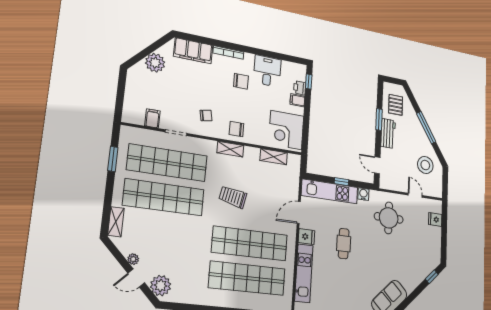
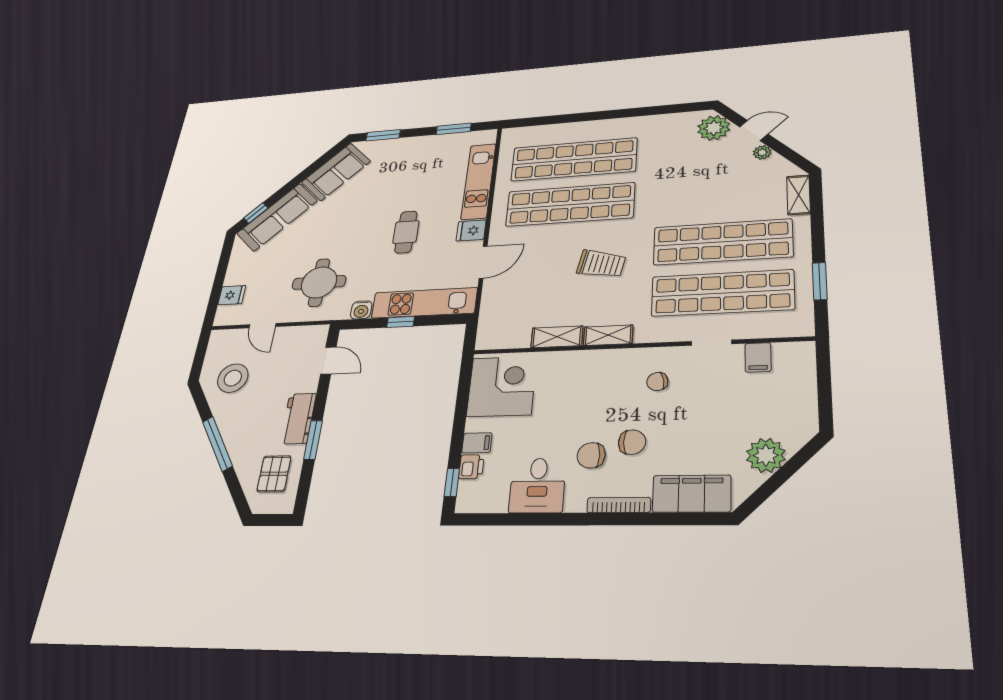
chair: (236, 129) -> (632, 442), moved
shelving: (274, 157) -> (557, 337), moved
sofa: (419, 271) -> (277, 217), added

